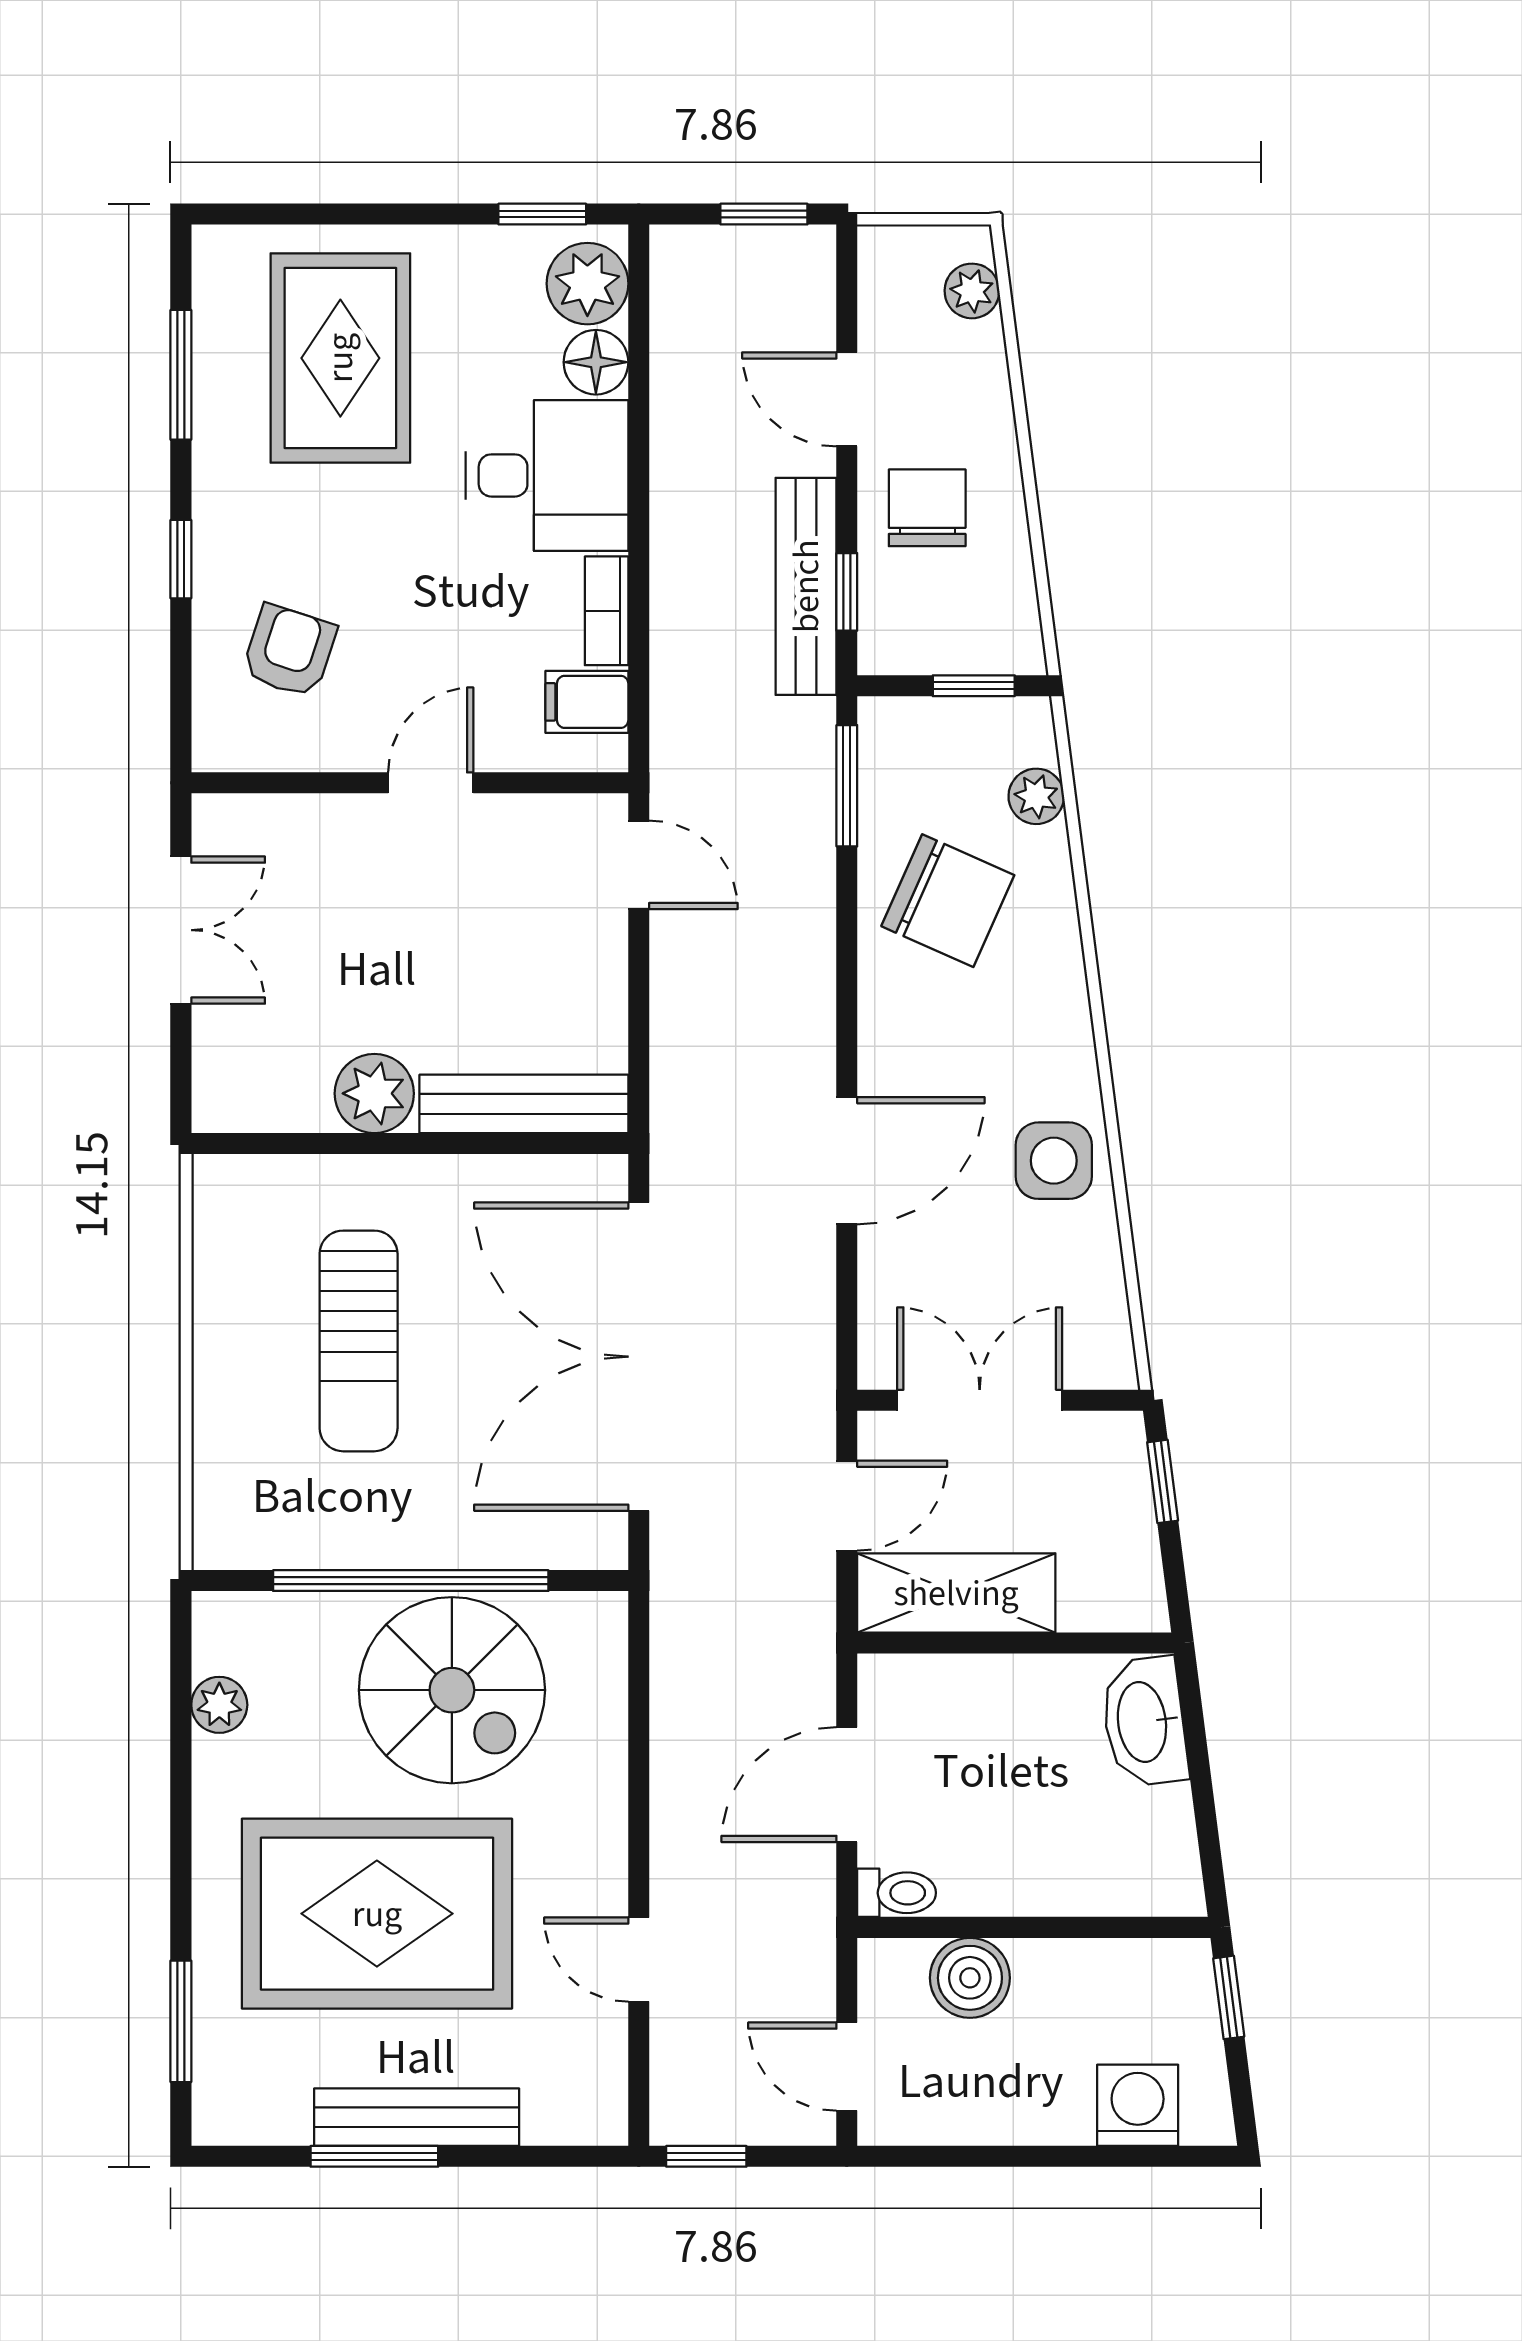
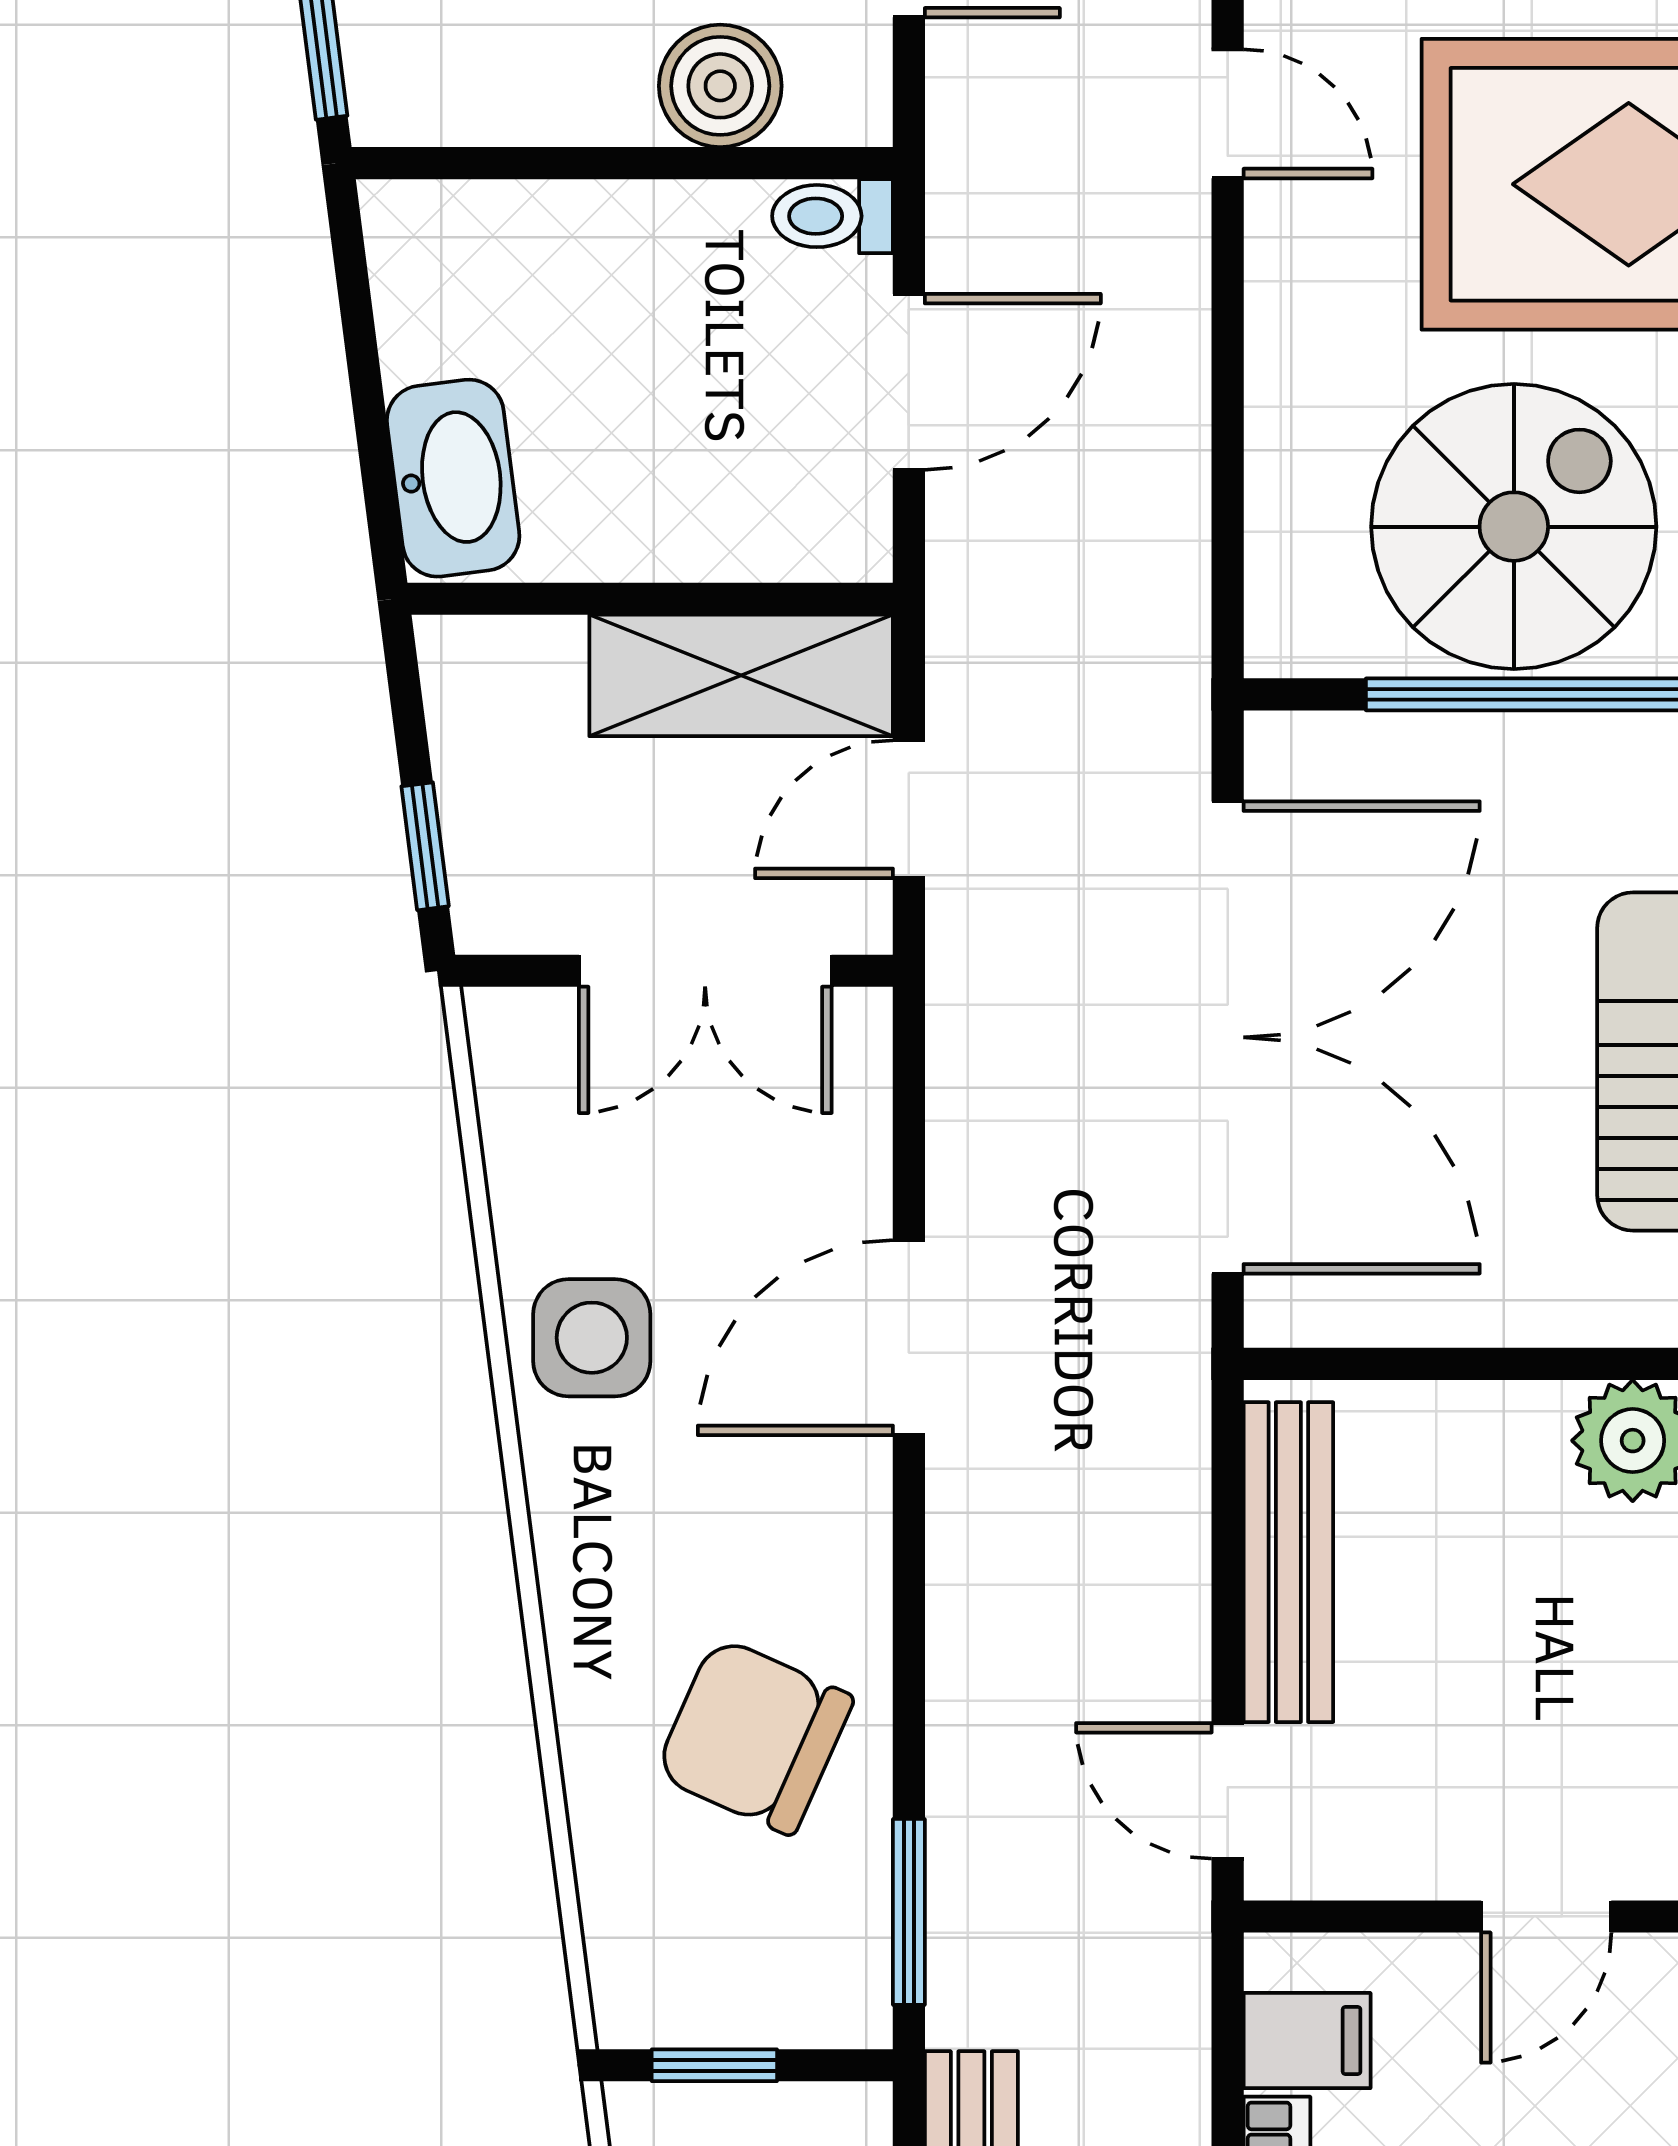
plant: (1036, 796) -> (619, 1896), removed
bench: (524, 1104) -> (1288, 1562), moved, turned 90
spiral stairs: (452, 1690) -> (1514, 527), turned 90

